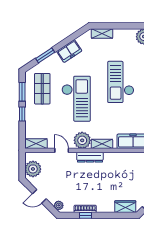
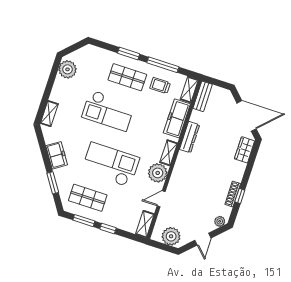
dresser: (90, 157) -> (190, 137), moved

